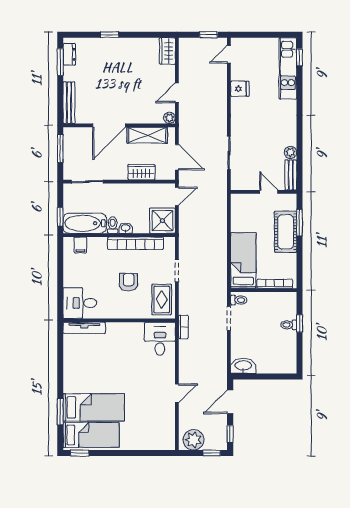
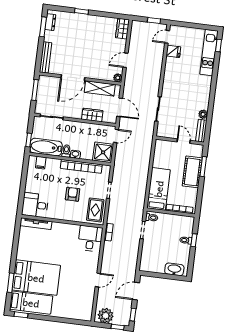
fridge: (240, 89) -> (173, 51), moved
washbasin: (243, 366) -> (174, 269), moved
bed: (94, 407) -> (36, 278), width x1.50

